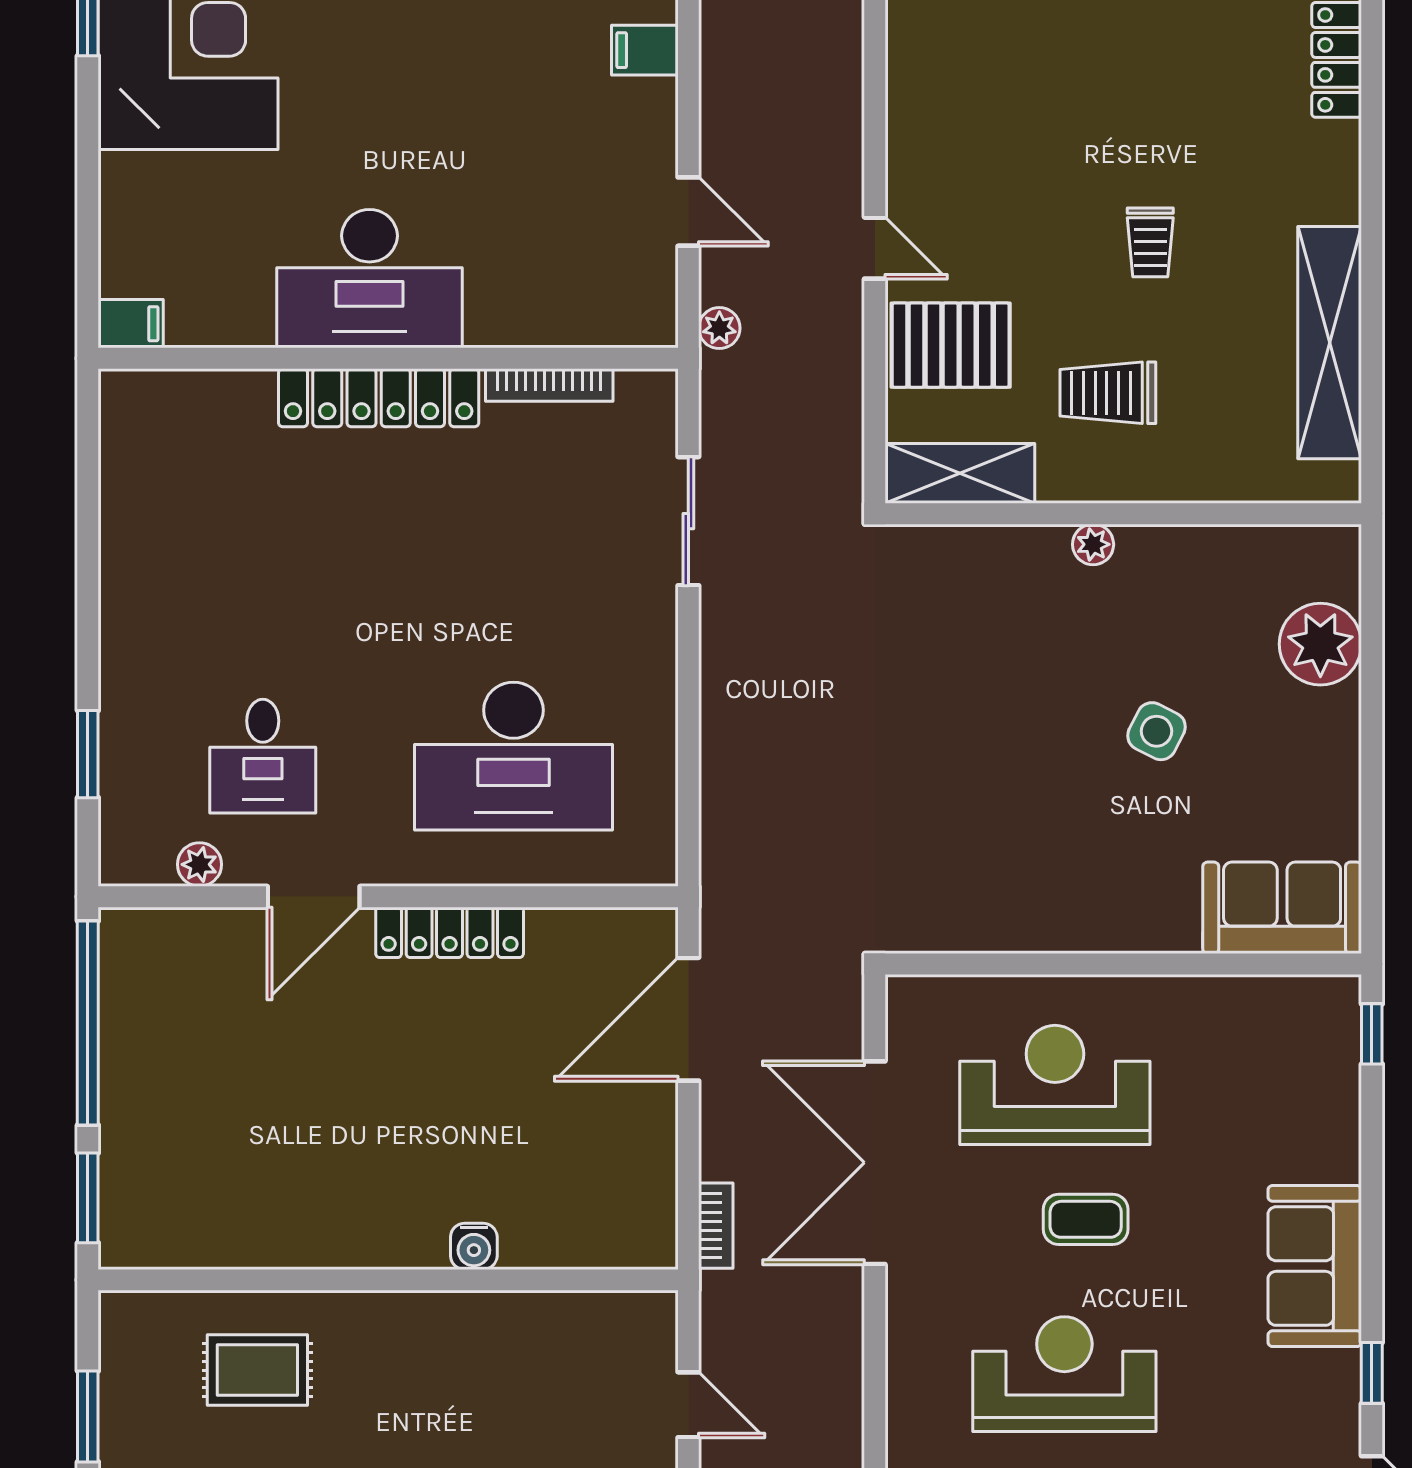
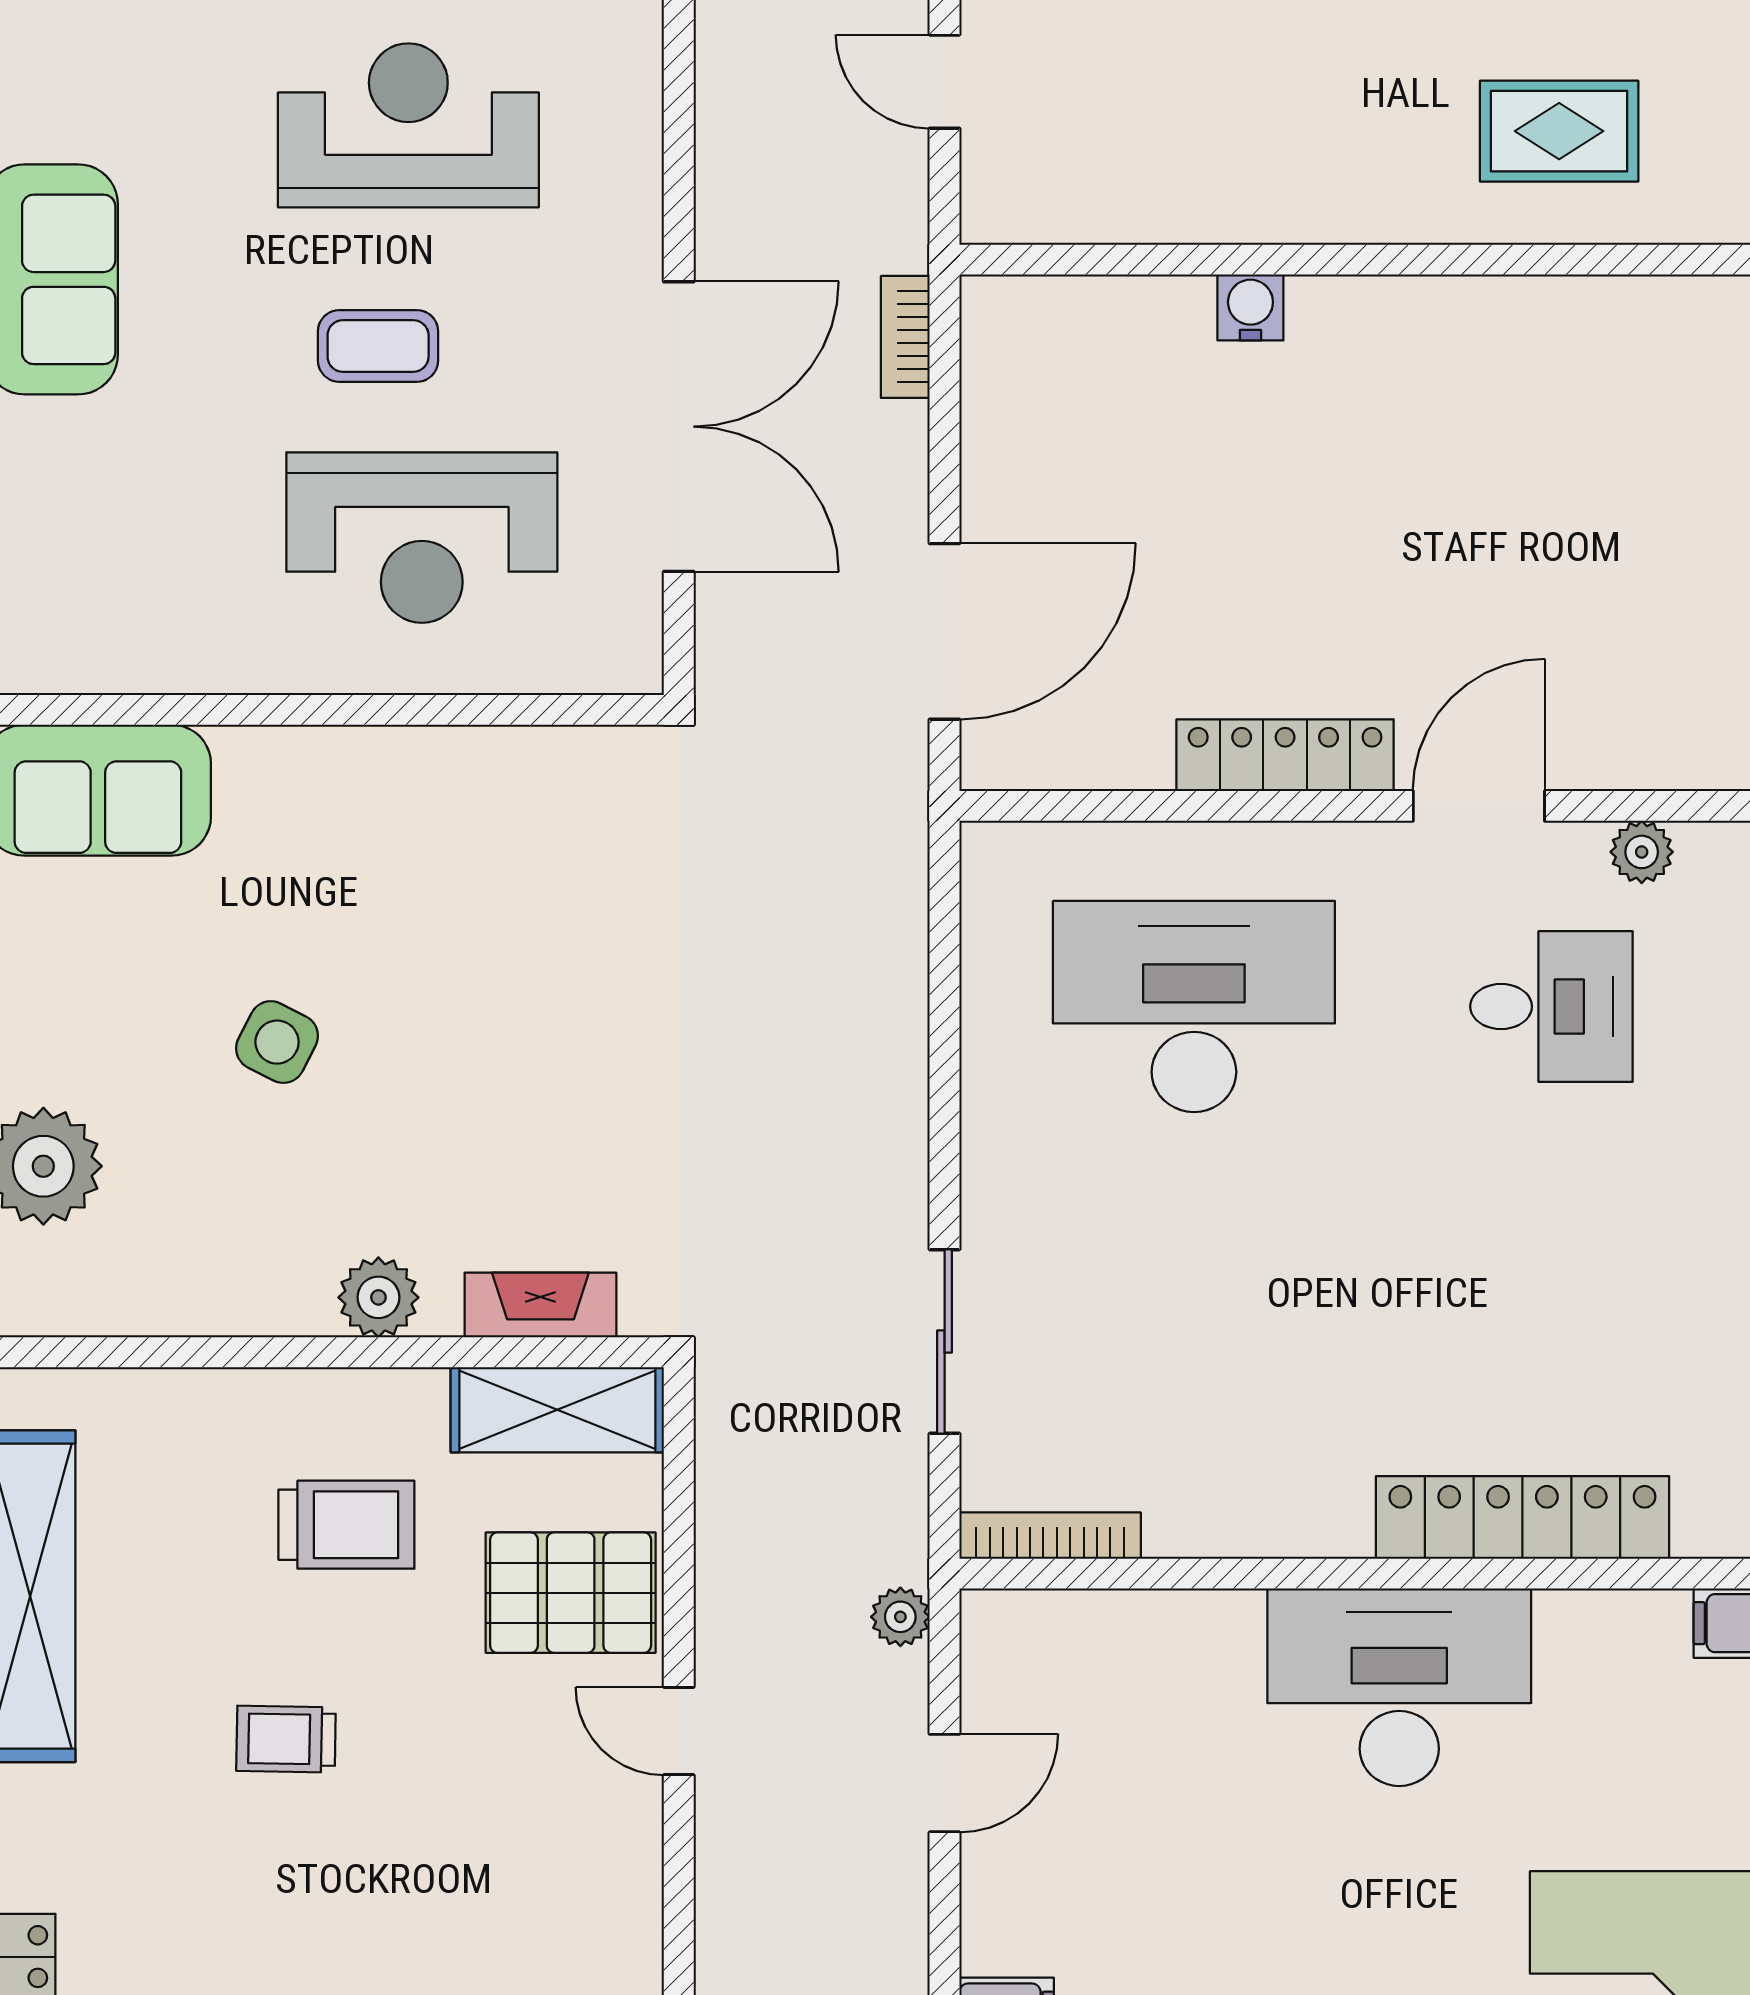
door: (688, 212) -> (945, 1783), swing flipped
trolley: (1150, 242) -> (286, 1739), turned -89
bookcase: (549, 385) -> (1050, 1536), moved
locker: (379, 398) -> (1522, 1517), moved
plant: (1093, 544) -> (378, 1297), width x1.38, depth x1.38
fireplace: (972, 547) -> (540, 1305), added
desk: (263, 756) -> (1551, 1006), turned 90
reception desk: (1064, 1374) -> (408, 125), turned 180

